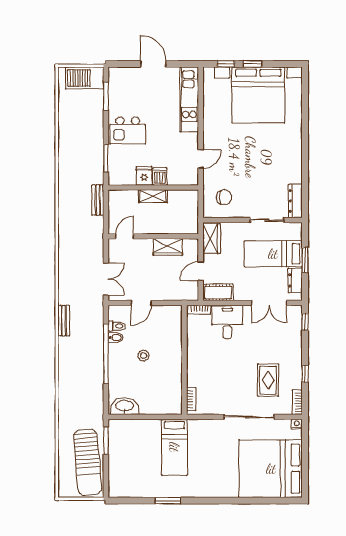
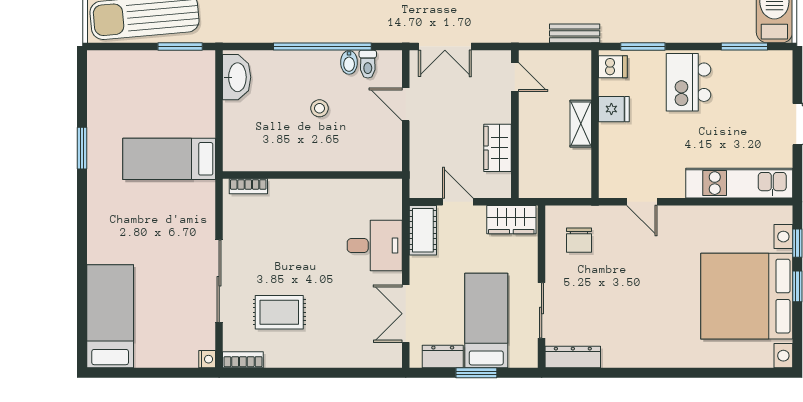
dishwasher: (160, 177) -> (613, 67), moved
bookcase: (199, 310) -> (395, 199), removed
window: (305, 322) -> (375, 373), removed
window: (305, 374) -> (290, 373), removed
bed: (271, 469) -> (110, 316), width x0.49

